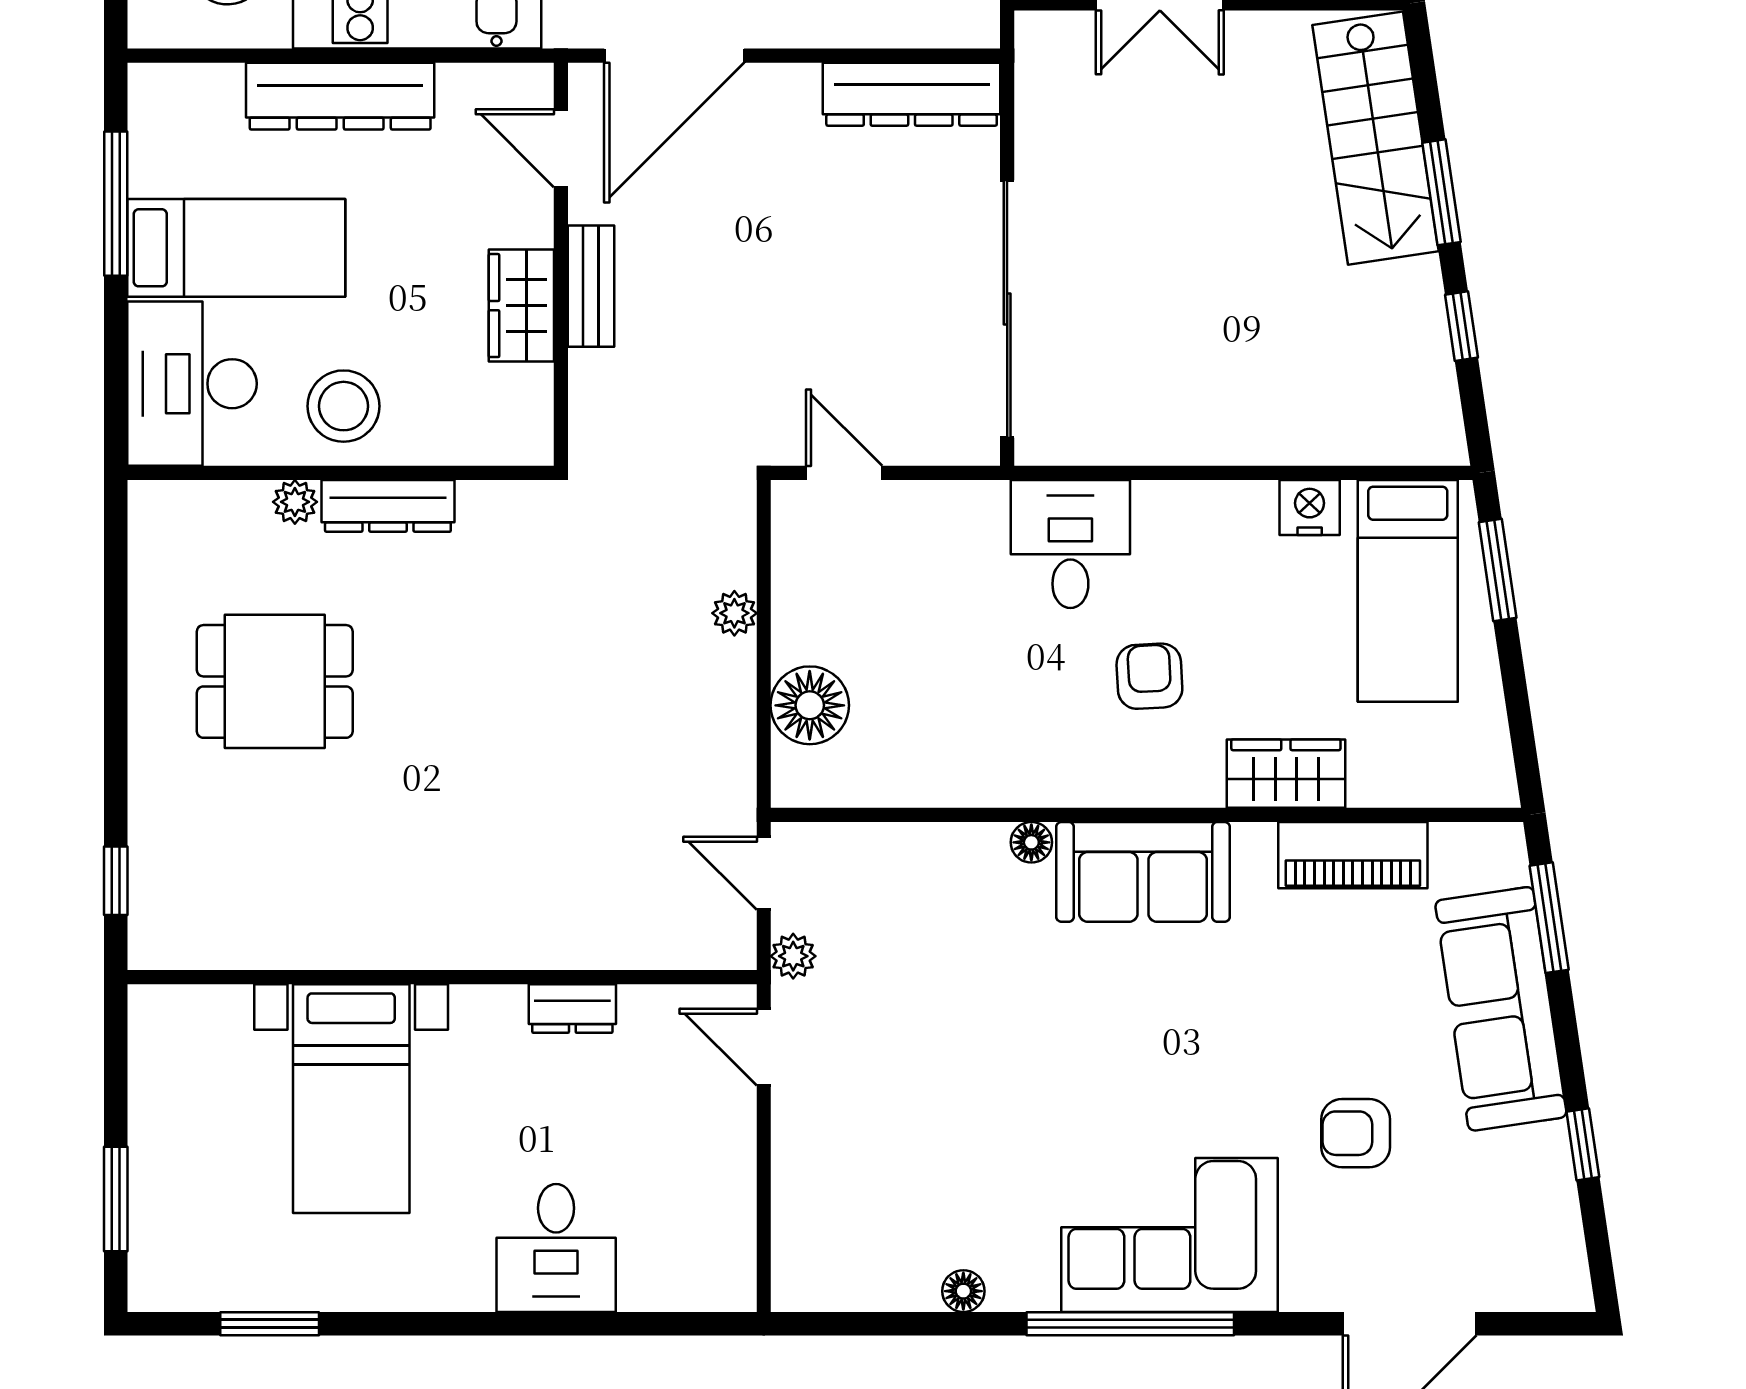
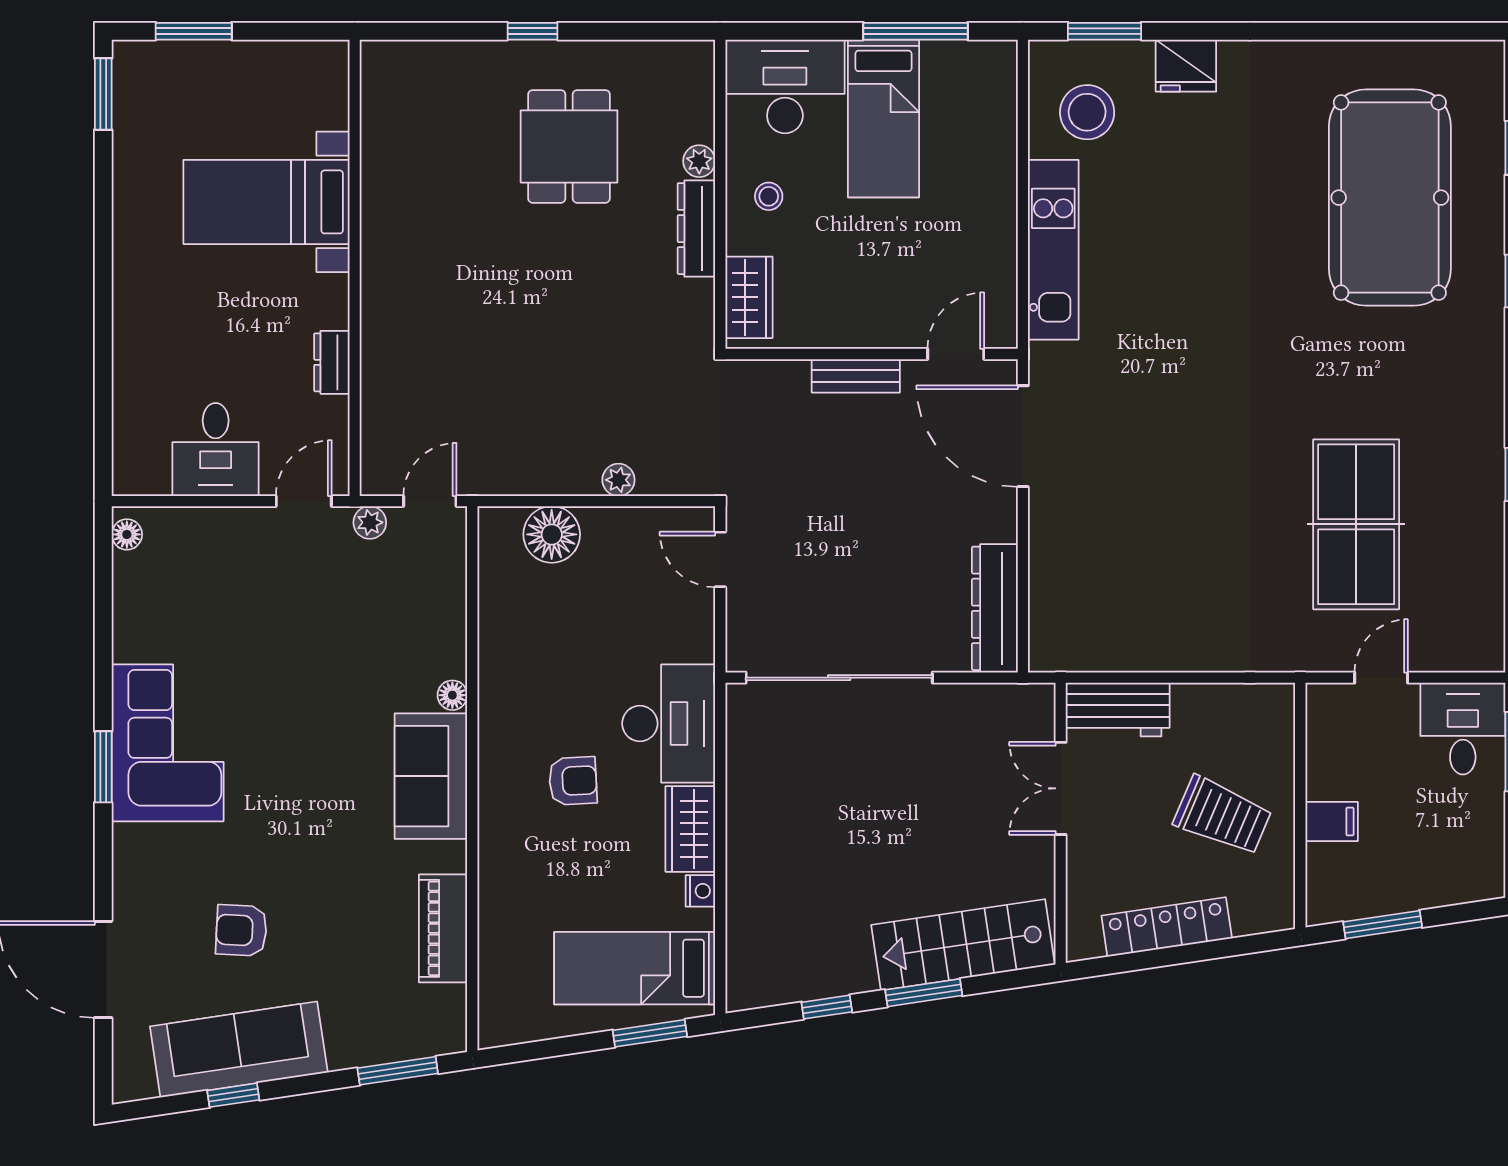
dresser: (340, 96) -> (993, 194), removed
wardrobe: (521, 306) -> (749, 297), moved, turned 90
stool: (344, 406) -> (769, 196), width x0.53, depth x0.53
door: (844, 473) -> (720, 559), swing flipped
nightstand: (1310, 508) -> (700, 891), width x0.72, depth x0.74
desk: (1070, 544) -> (669, 724), width x1.37
wardrobe: (1286, 774) -> (690, 829), moved, turned 180
window: (116, 881) -> (533, 31), moved
sofa: (1501, 1009) -> (239, 1049), moved
armchair: (1356, 1133) -> (241, 930), turned -87
corner sofa: (1169, 1235) -> (168, 743), moved
desk: (556, 1248) -> (216, 450), moved, turned -90
floor lamp: (963, 1291) -> (127, 534), moved
window: (270, 1324) -> (103, 94), moved
window: (1130, 1324) -> (103, 767), width x0.47

